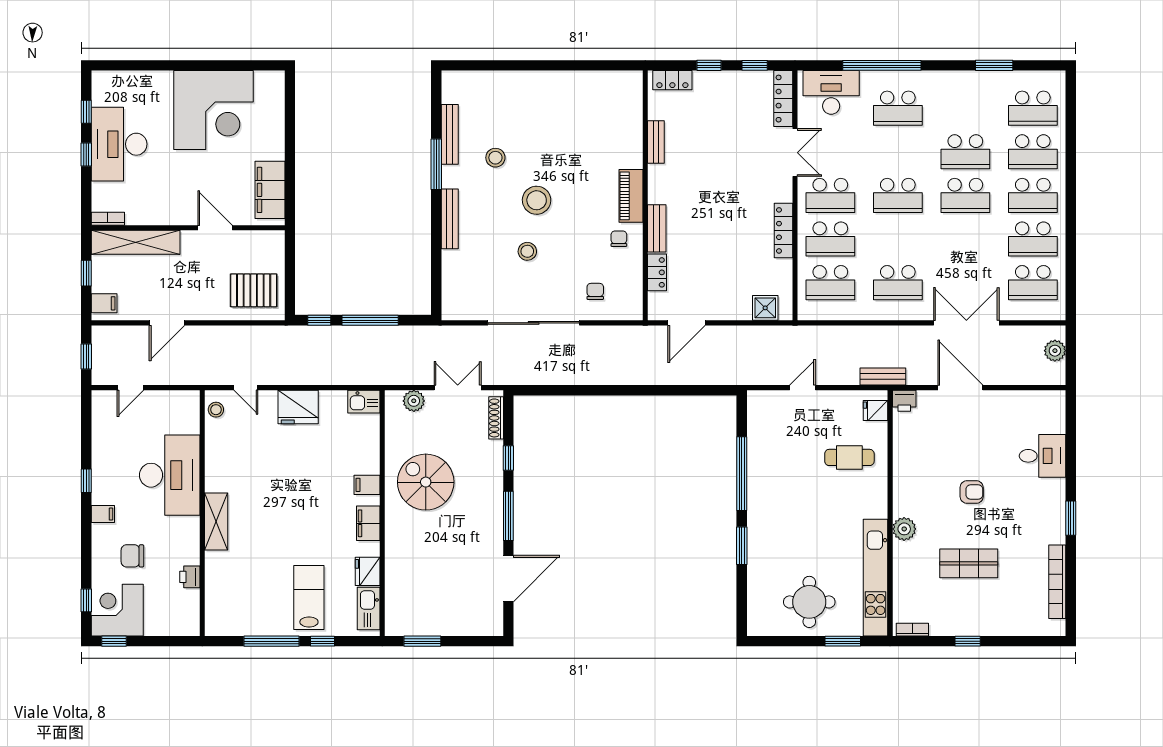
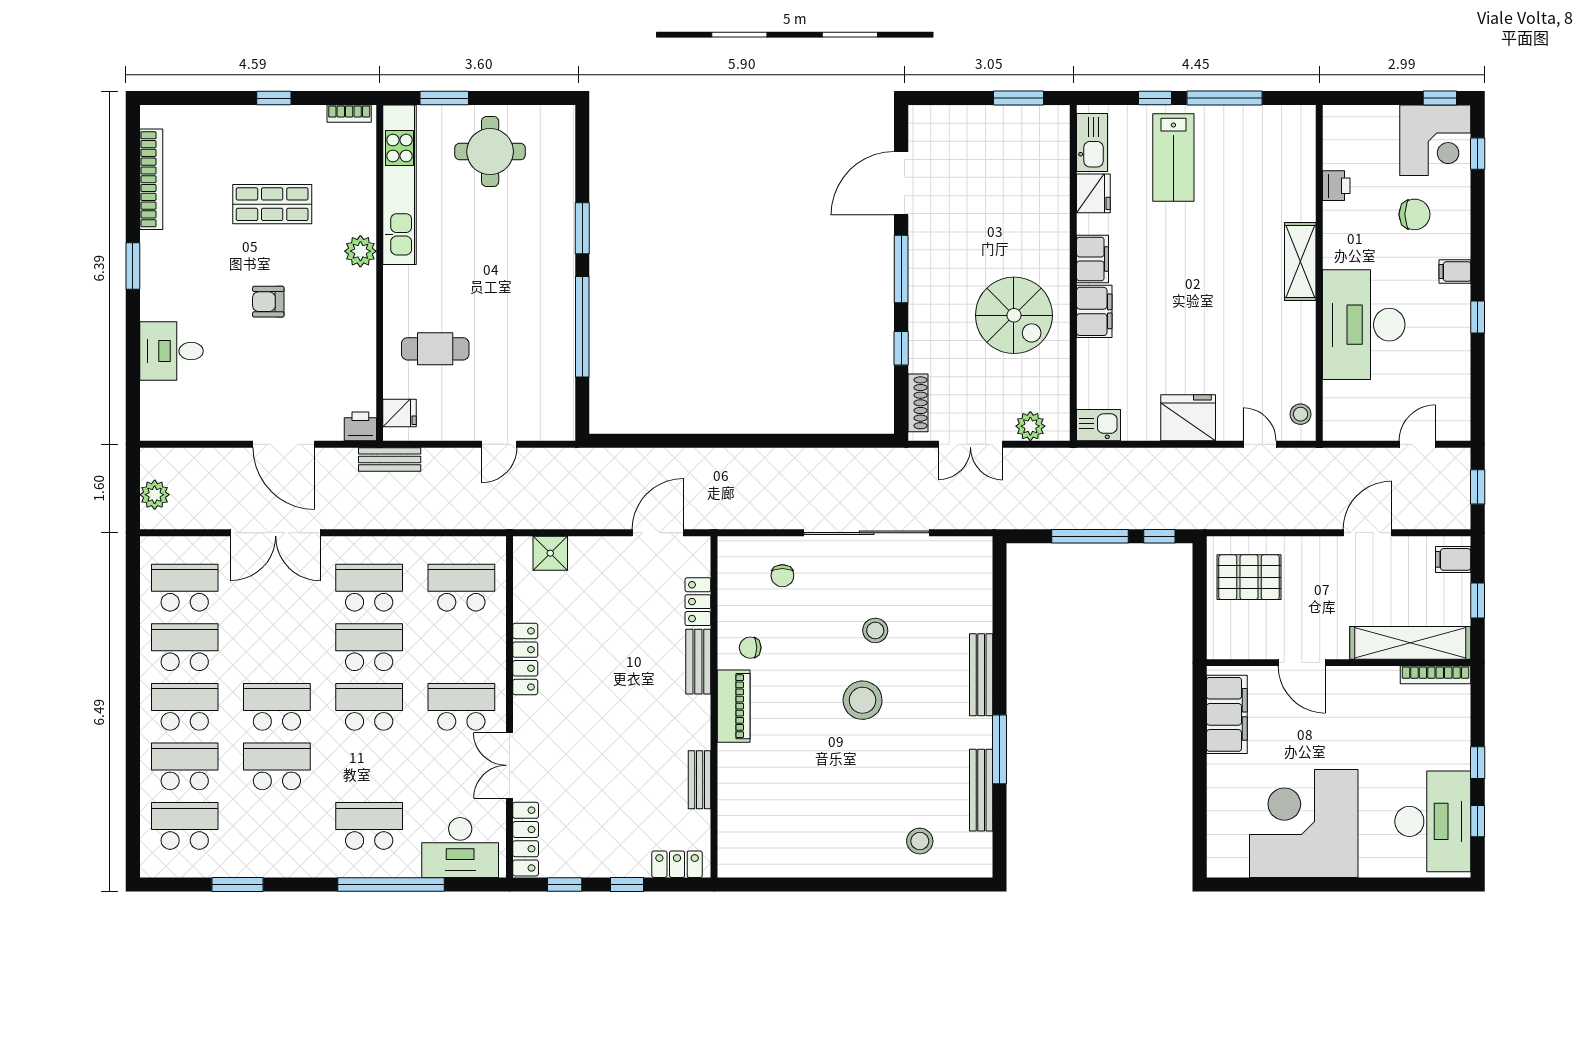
desk: (119, 144) -> (1433, 821), moved
stool: (495, 158) -> (920, 841), moved
bookcase: (108, 219) -> (1436, 675), width x1.56
chair: (619, 239) -> (750, 648), turned 90
school desk: (830, 239) -> (369, 647), moved
filing cabinet: (367, 485) -> (1094, 311), width x2.00

